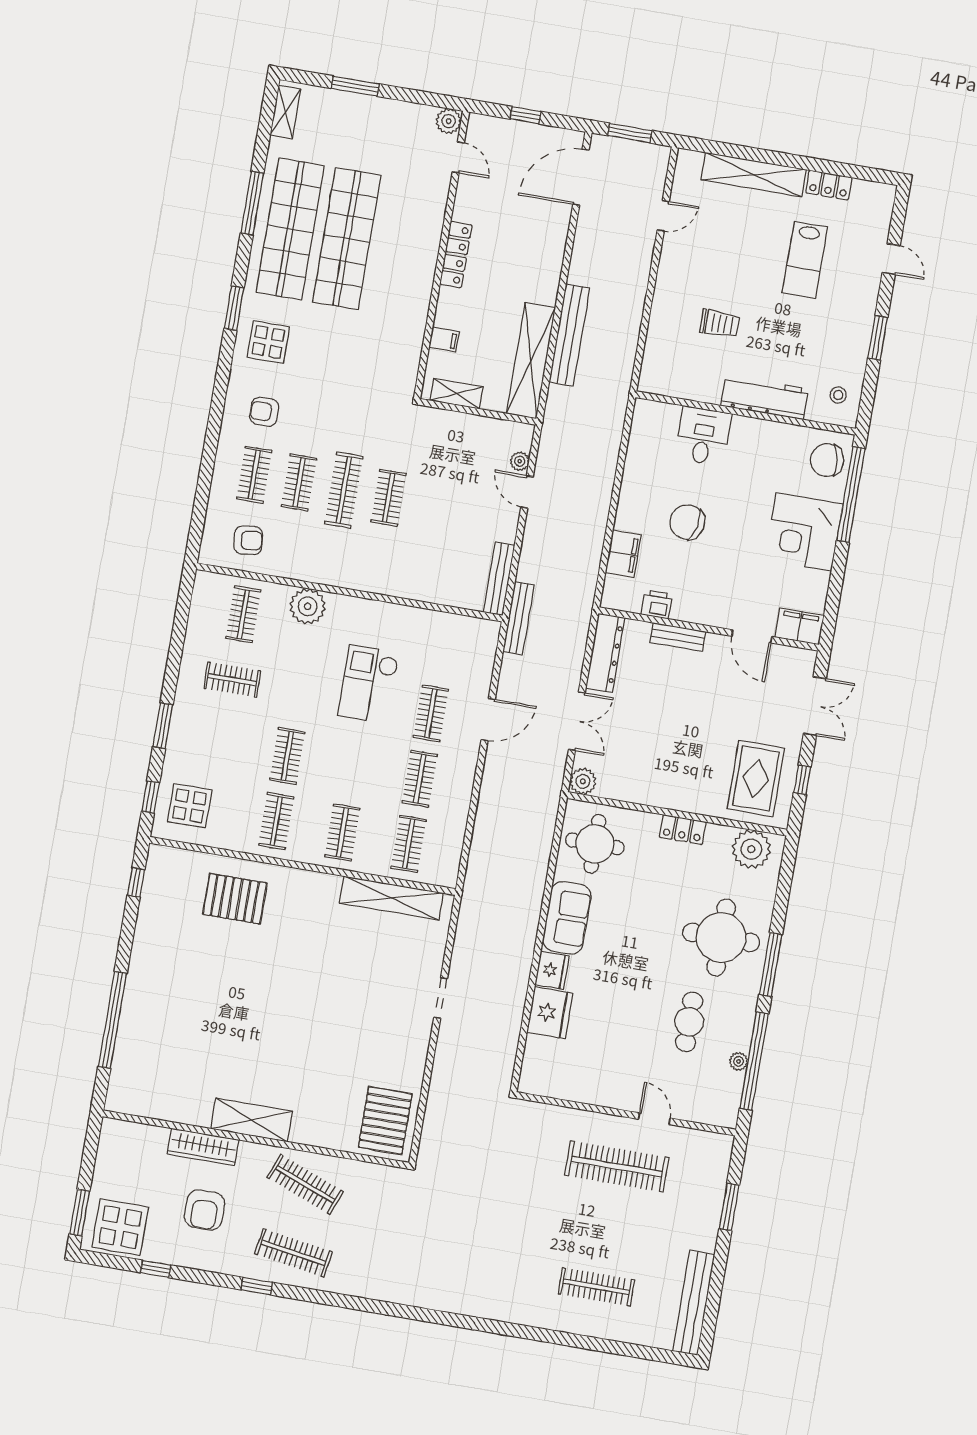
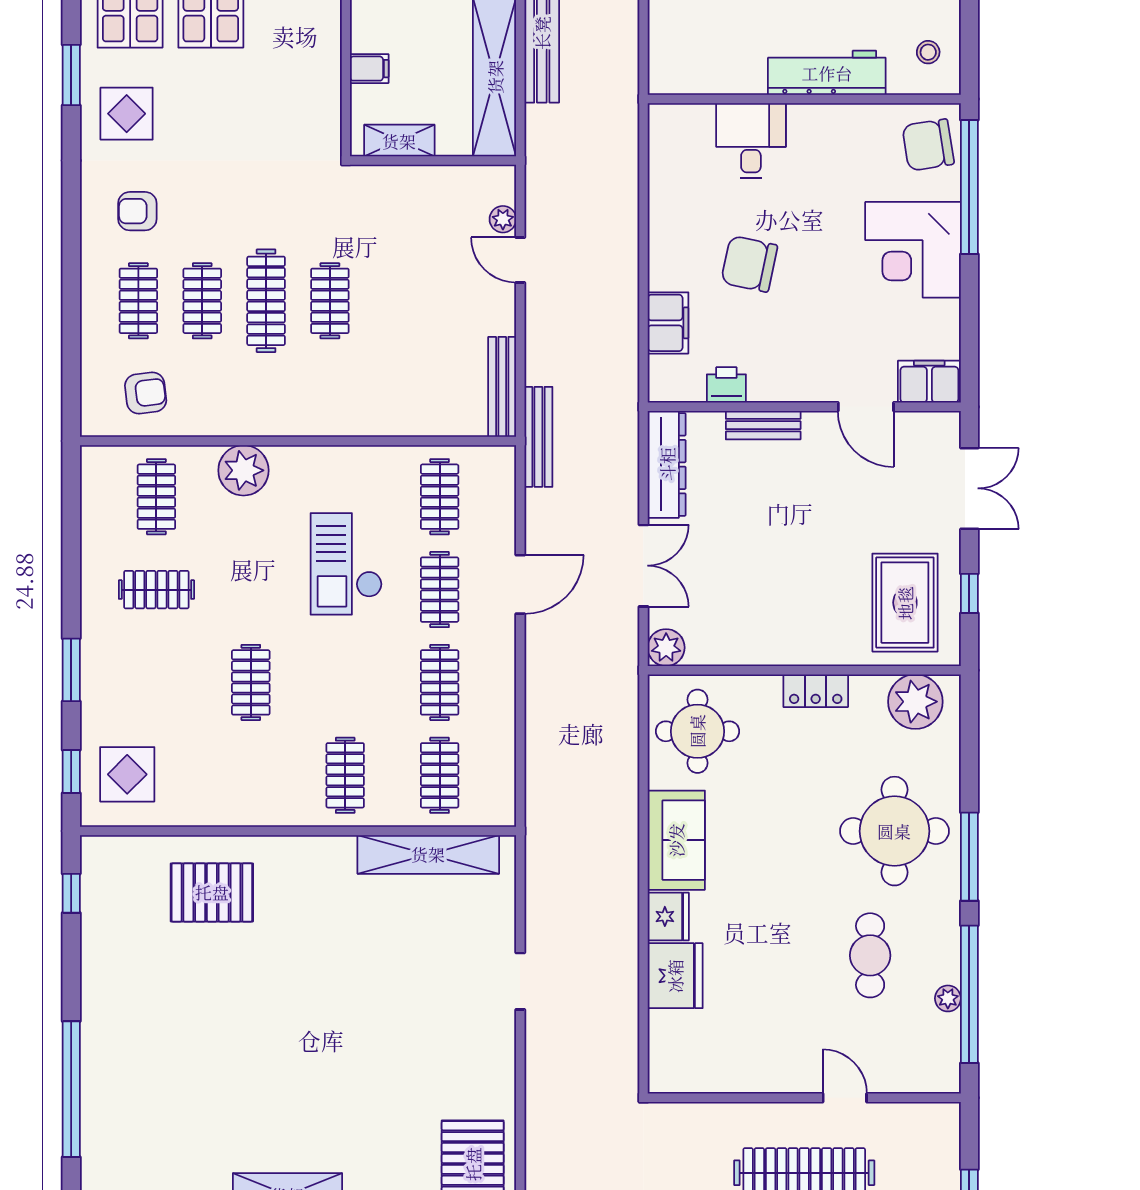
clothes rail: (276, 821) -> (440, 497), moved

